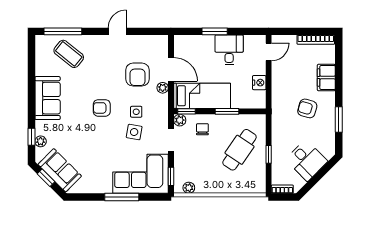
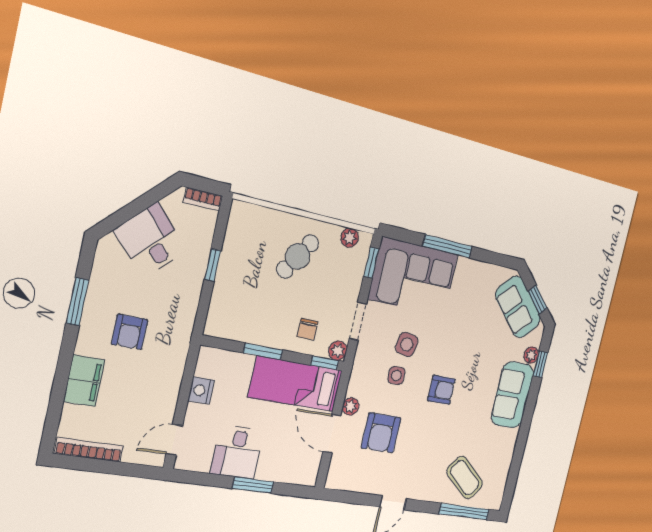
armchair: (137, 75) -> (381, 433), turned 180
sofa: (48, 98) -> (512, 395), moved
armchair: (307, 108) -> (130, 332), turned 74
cafe table: (240, 150) -> (298, 256), moved, width x0.73, depth x0.74

